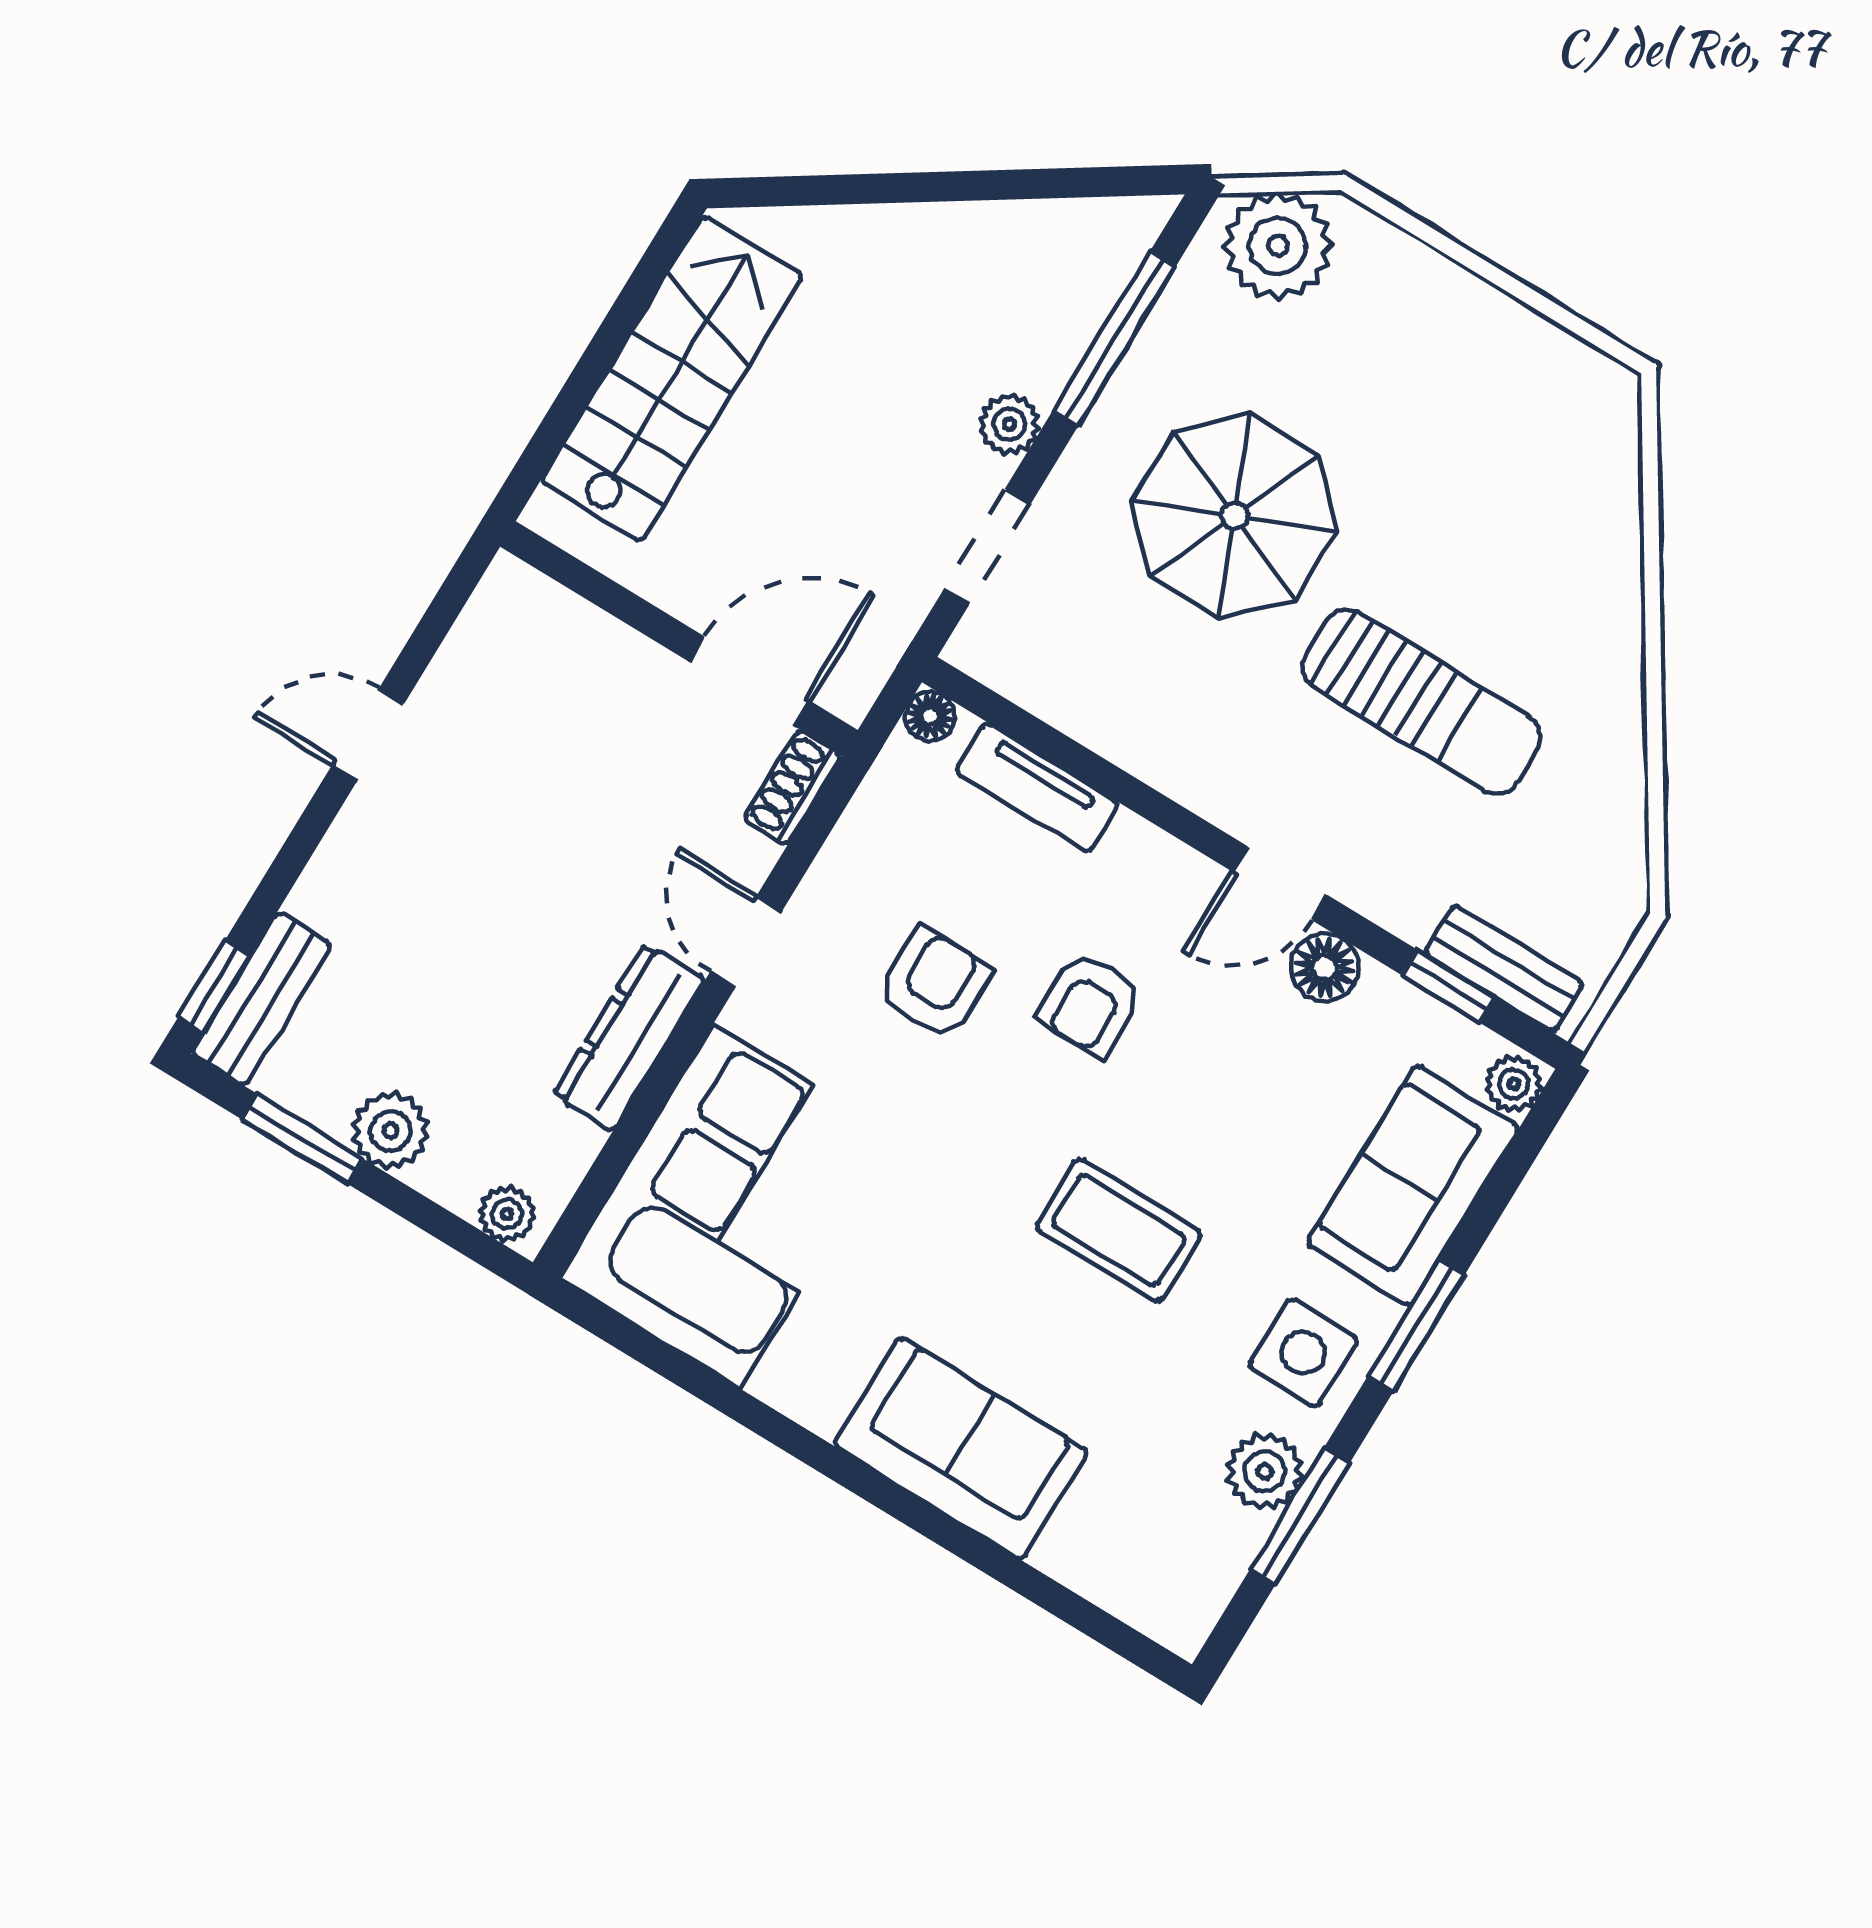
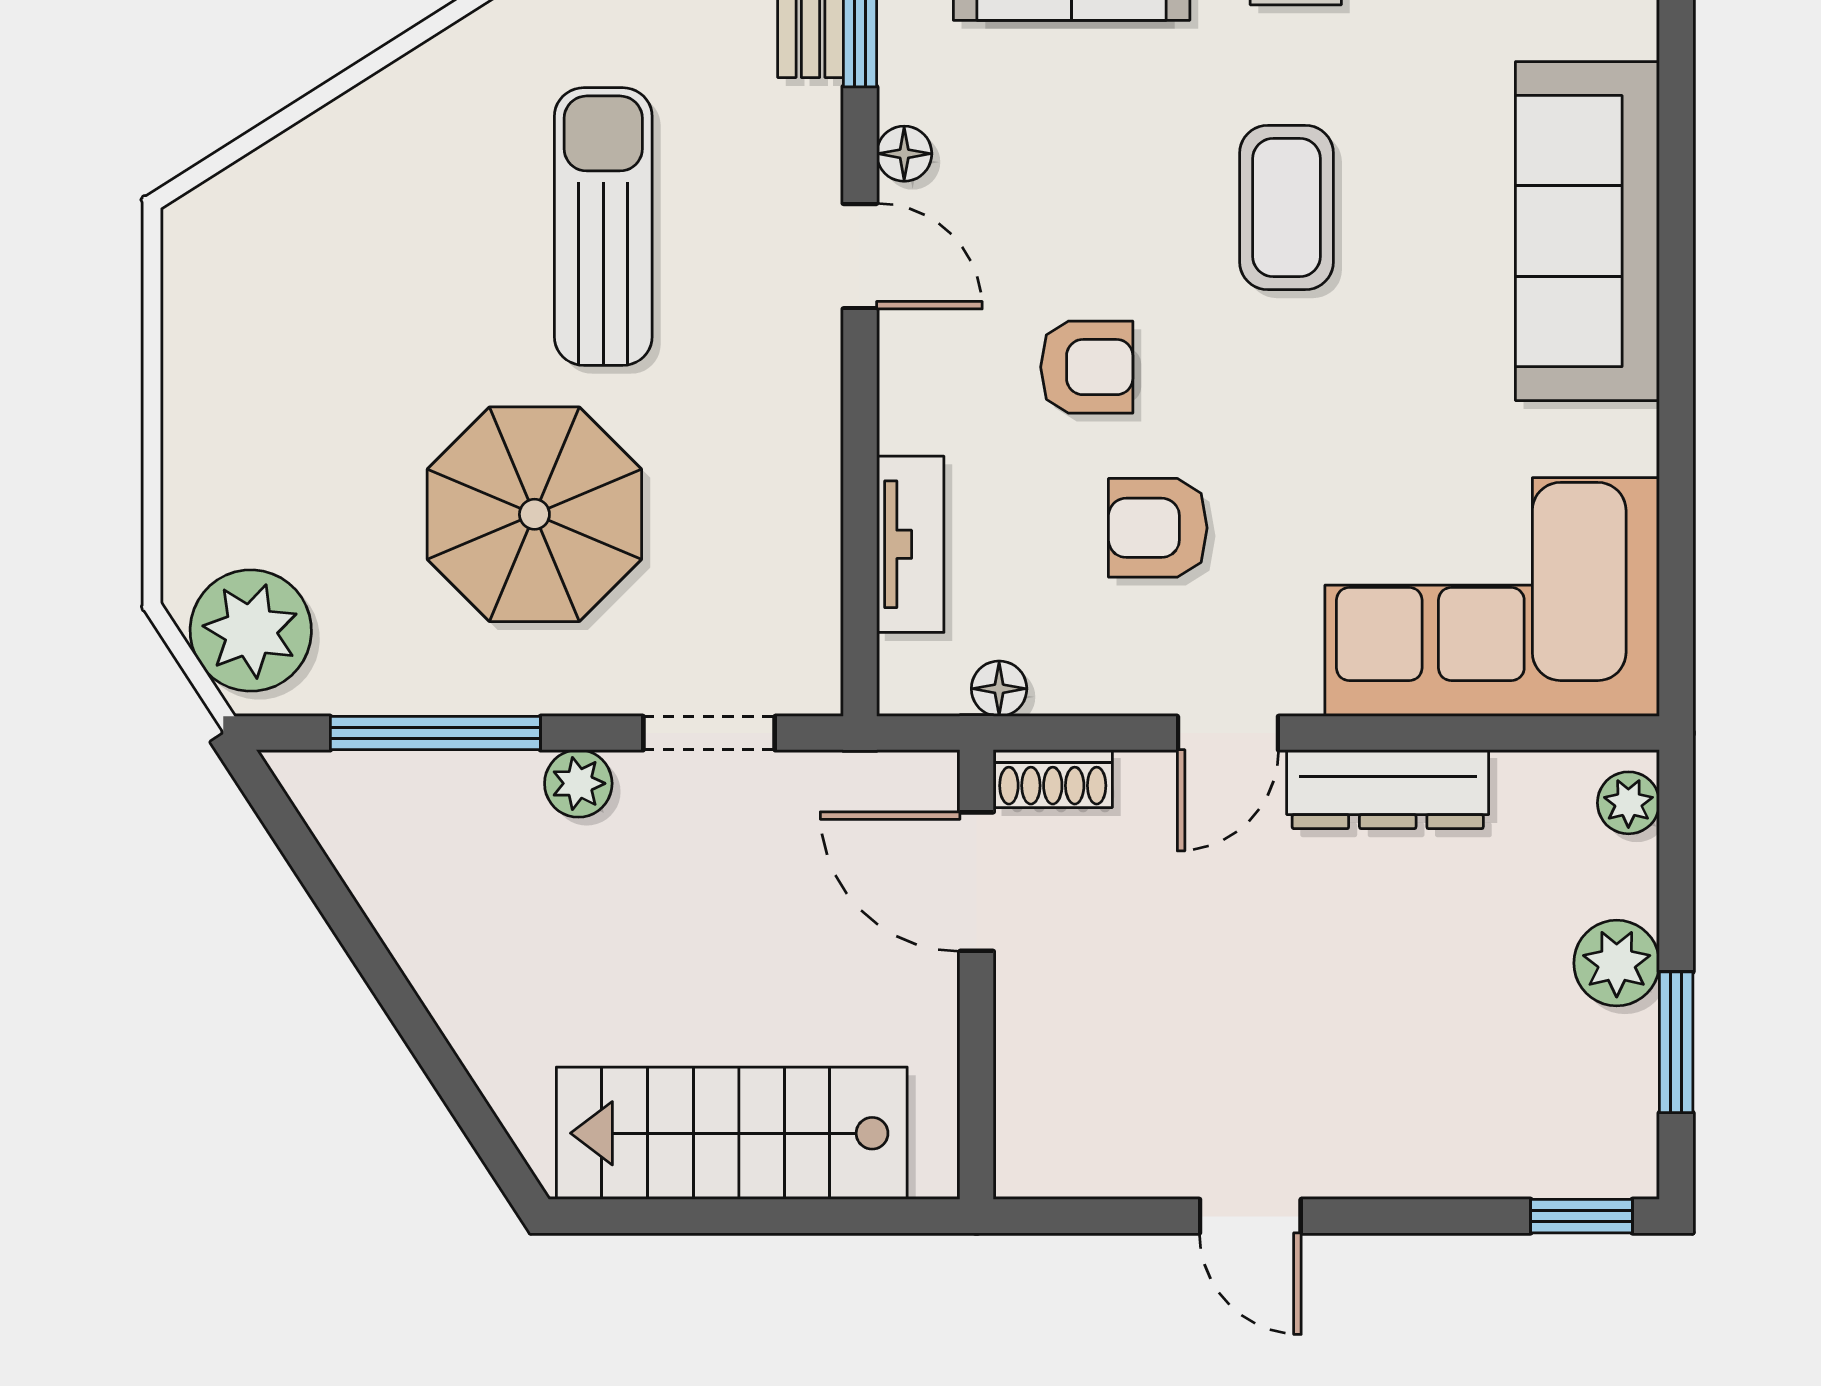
floor lamp: (930, 716) -> (999, 689), moved
floor lamp: (1324, 968) -> (904, 154), width x0.73, depth x0.73
bench: (261, 999) -> (1566, 1164), removed
sofa: (961, 1448) -> (1587, 231), width x1.36

